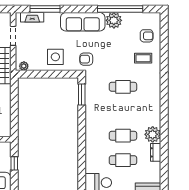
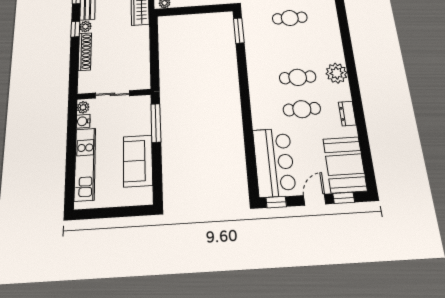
dresser: (156, 152) -> (347, 114), moved
window: (14, 163) -> (156, 123), width x2.17

